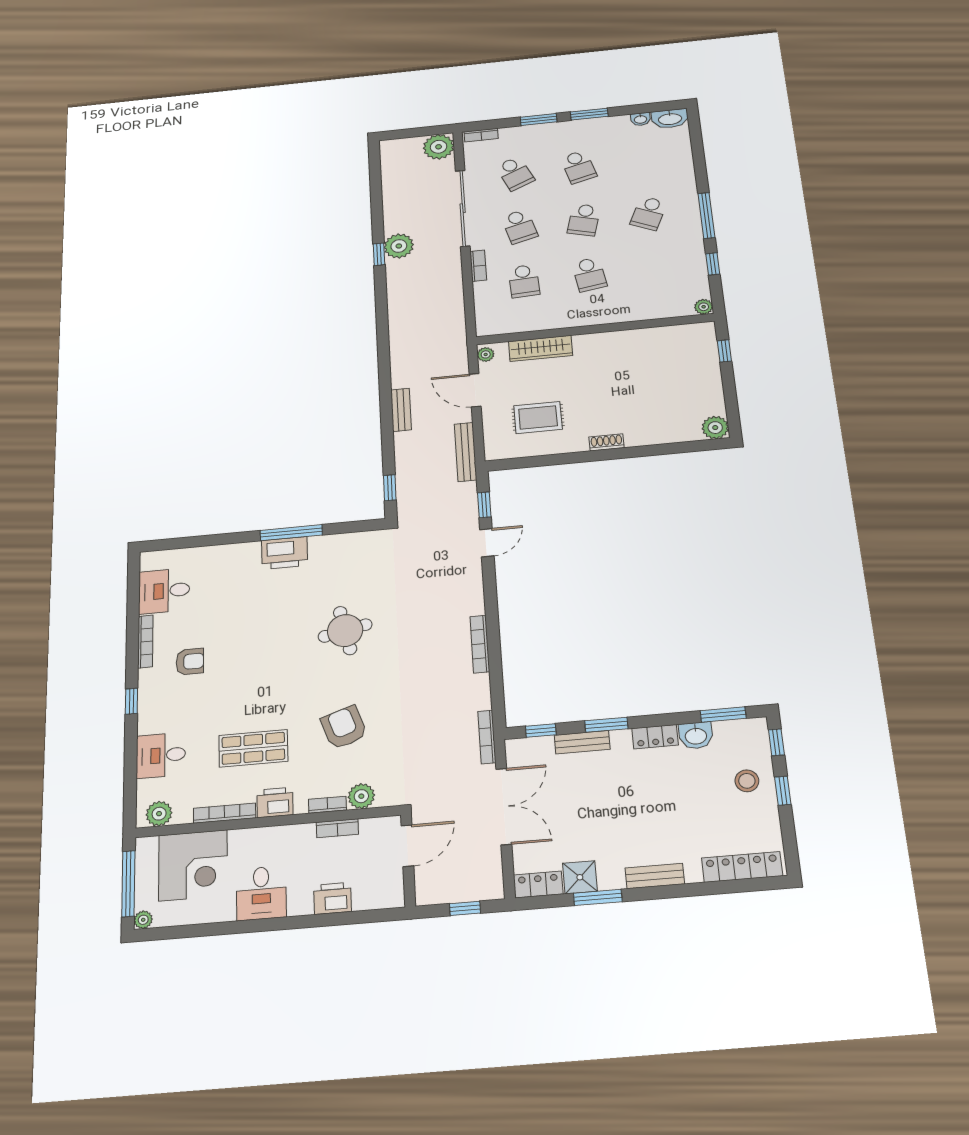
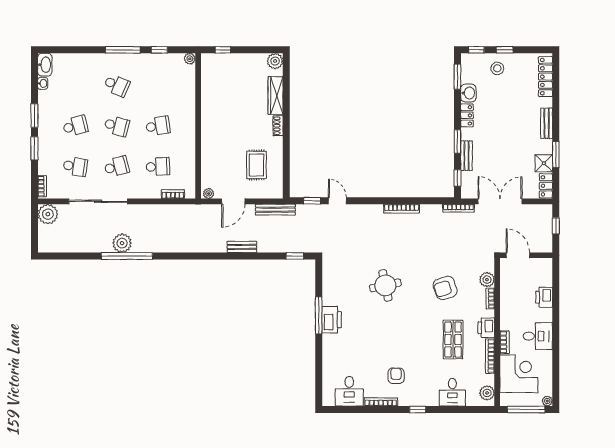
school desk: (515, 173) -> (75, 167), turned 33
window: (379, 254) -> (127, 256), width x3.17
bookcase: (478, 266) -> (173, 194), moved
wardrobe: (541, 348) -> (276, 96), moved, turned 180
bookcase: (337, 828) -> (504, 342), moved

